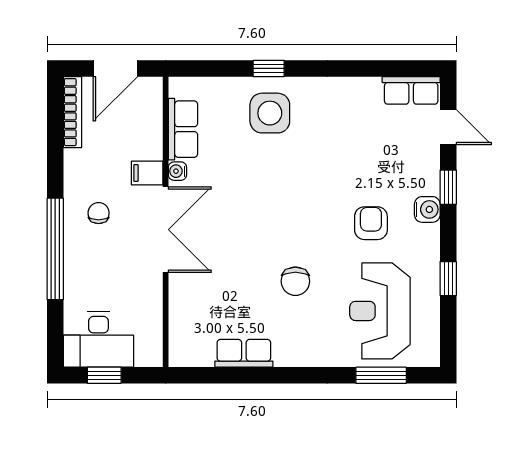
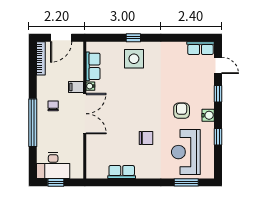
water cooler: (427, 209) -> (208, 115), moved
chair: (295, 281) -> (146, 138), turned -90

